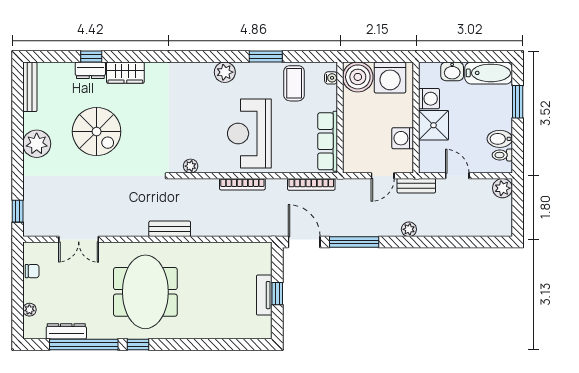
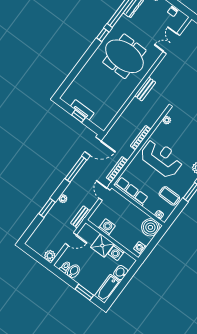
washing machine: (390, 77) -> (140, 248), width x0.53, depth x0.53
door: (383, 176) -> (105, 194), moved
window: (438, 242) -> (47, 208), added

